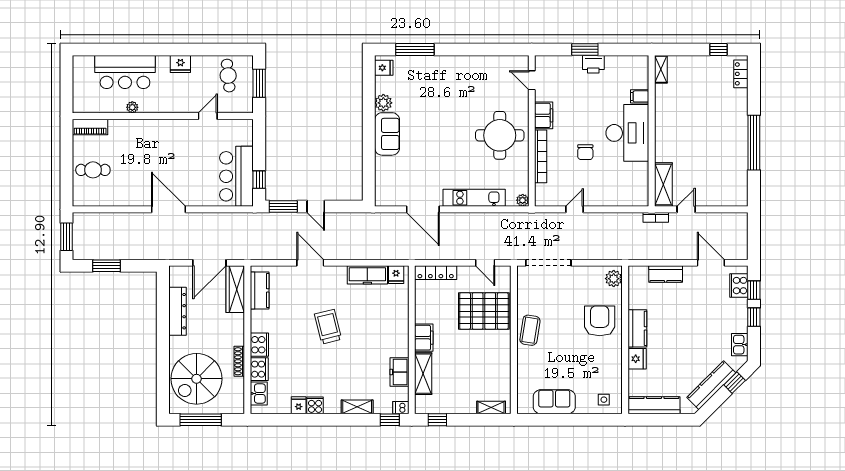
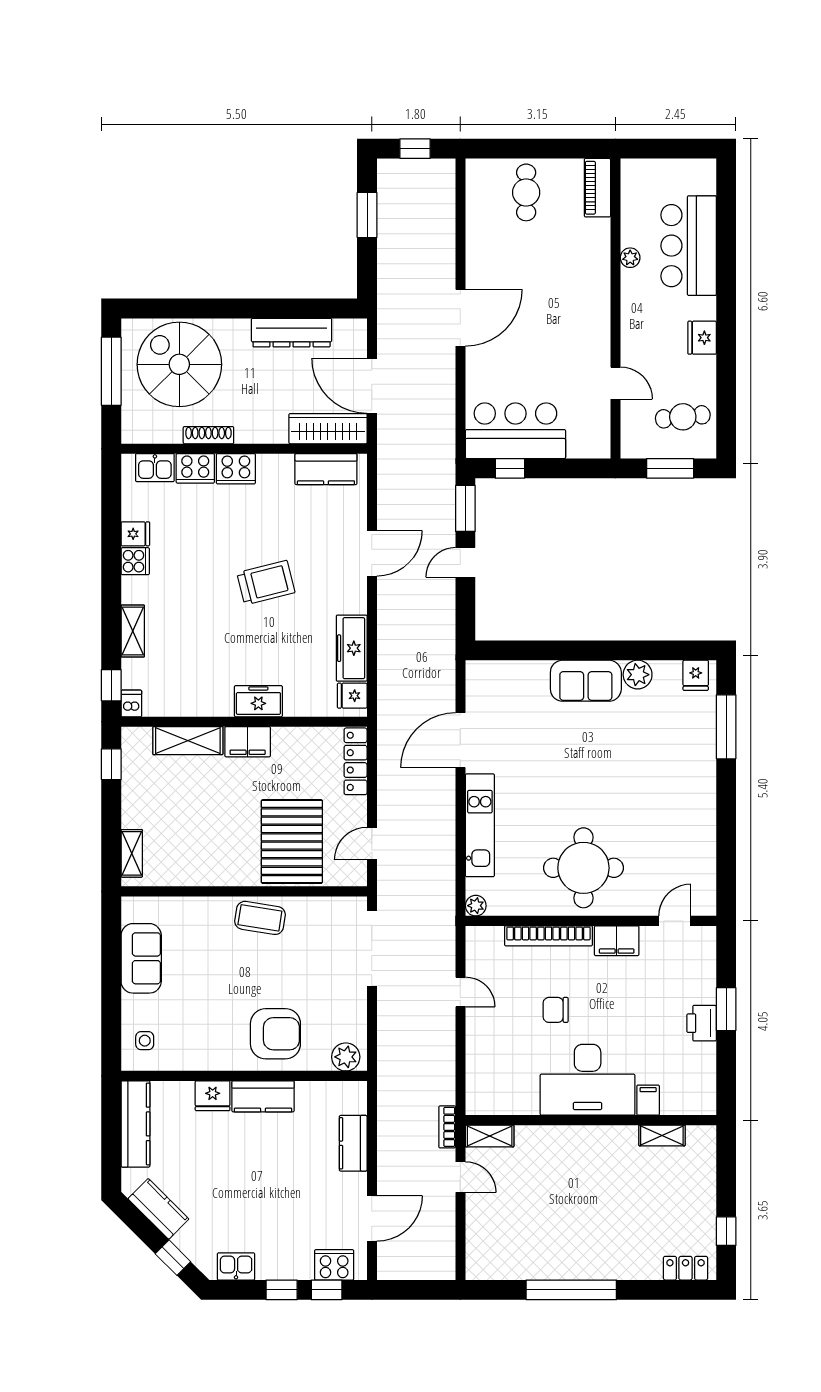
shelving: (661, 69) -> (662, 1135), moved
shelving: (663, 185) -> (490, 1136), width x0.67, depth x0.75
window: (67, 237) -> (415, 149), width x0.67
freezer: (399, 372) -> (258, 701), moved
kitchen counter: (711, 385) -> (158, 1209), width x0.67

